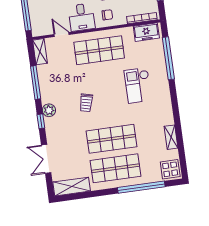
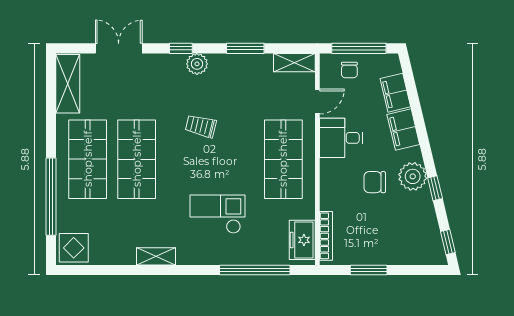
chair: (107, 15) -> (349, 70), moved
window: (36, 82) -> (245, 48), width x0.69
shelving: (171, 137) -> (156, 256), moved

